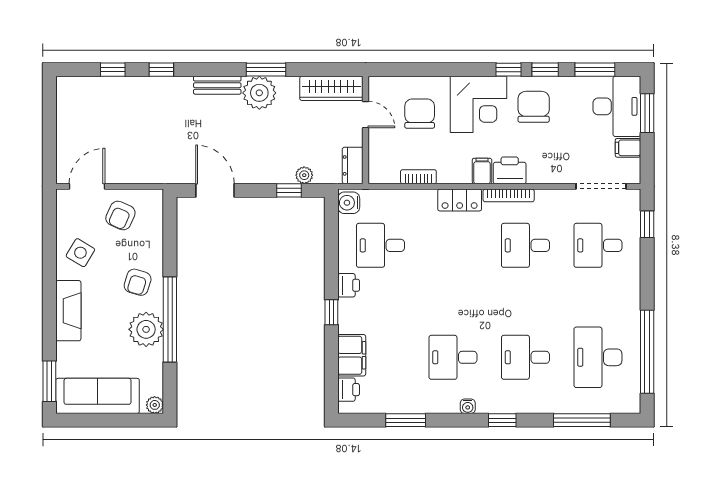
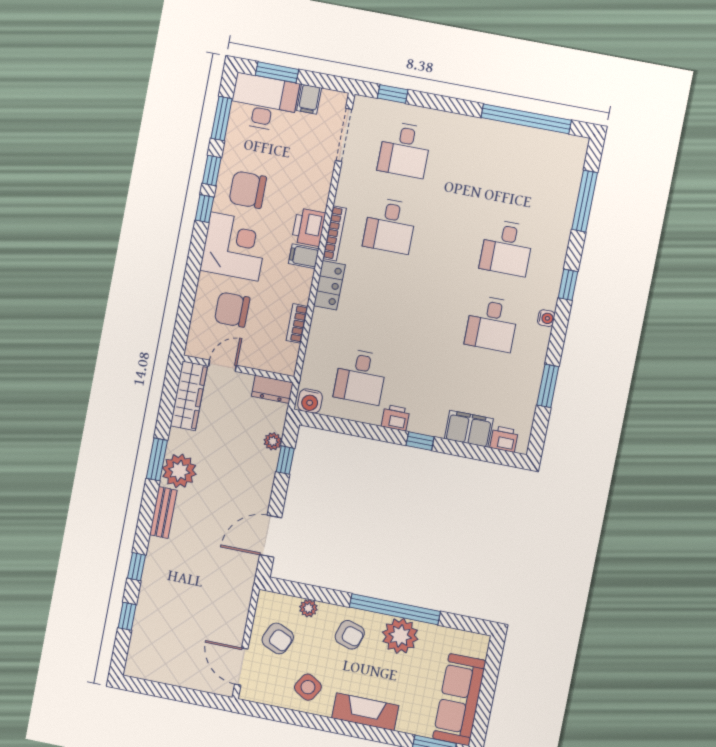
desk: (598, 357) -> (522, 172), removed
plant: (155, 405) -> (308, 608), moved

